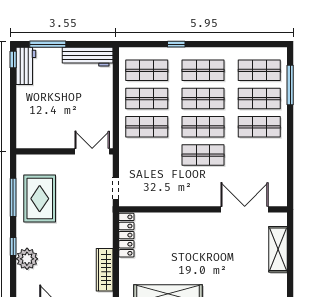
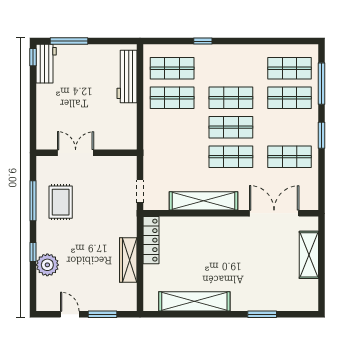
workbench: (88, 57) -> (127, 77), moved, turned 90
shop shelf: (203, 70) -> (231, 68), removed
shop shelf: (147, 127) -> (172, 127), removed
shop shelf: (259, 127) -> (289, 157), moved
window: (290, 135) -> (322, 135), added
double door: (92, 151) -> (76, 153), moved
shelving: (177, 197) -> (204, 201), added
rug: (40, 199) -> (61, 202), width x0.73, depth x0.70
wardrobe: (105, 270) -> (128, 260), moved

